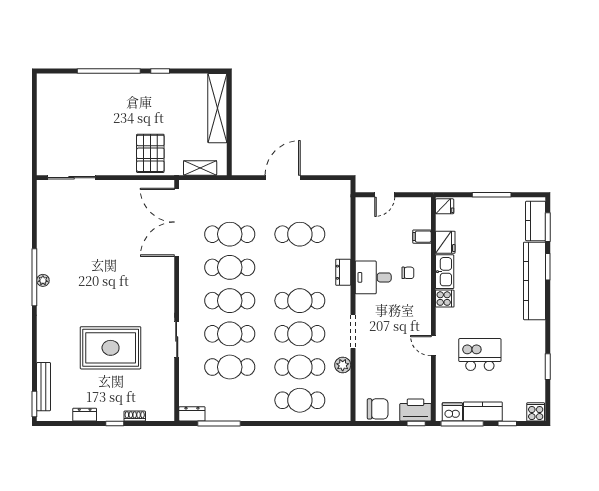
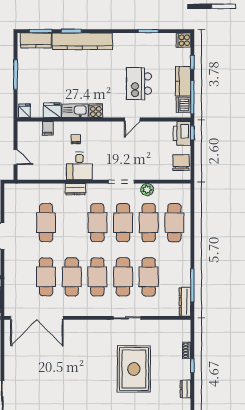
dresser: (192, 414) -> (185, 302), width x1.44

